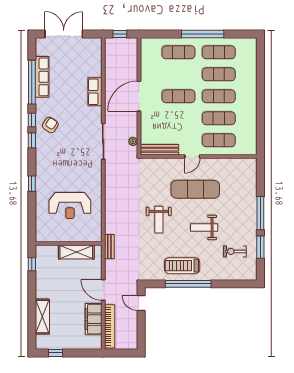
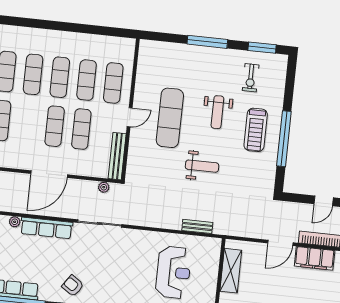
plant: (97, 72) -> (15, 222), added
row of seats: (95, 92) -> (47, 228), width x1.48
door: (139, 96) -> (49, 174), hinge flipped
exercise mat: (178, 118) -> (81, 129), added
door: (192, 157) -> (130, 117), hinge flipped
bench: (109, 247) -> (197, 226), moved
window: (260, 247) -> (262, 48), moved
treadmill: (182, 266) -> (256, 130), moved
door: (141, 303) -> (324, 201), moved

